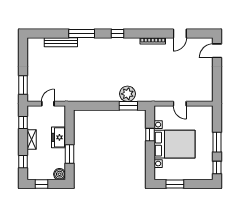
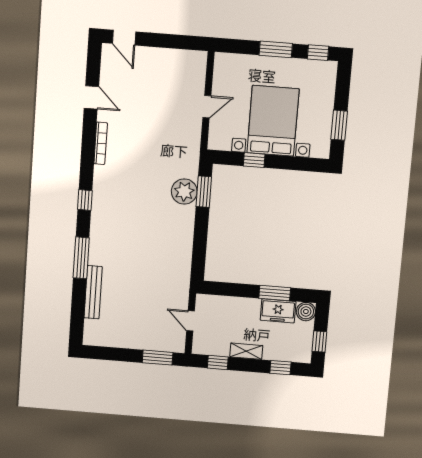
freezer: (59, 137) -> (278, 311), moved

